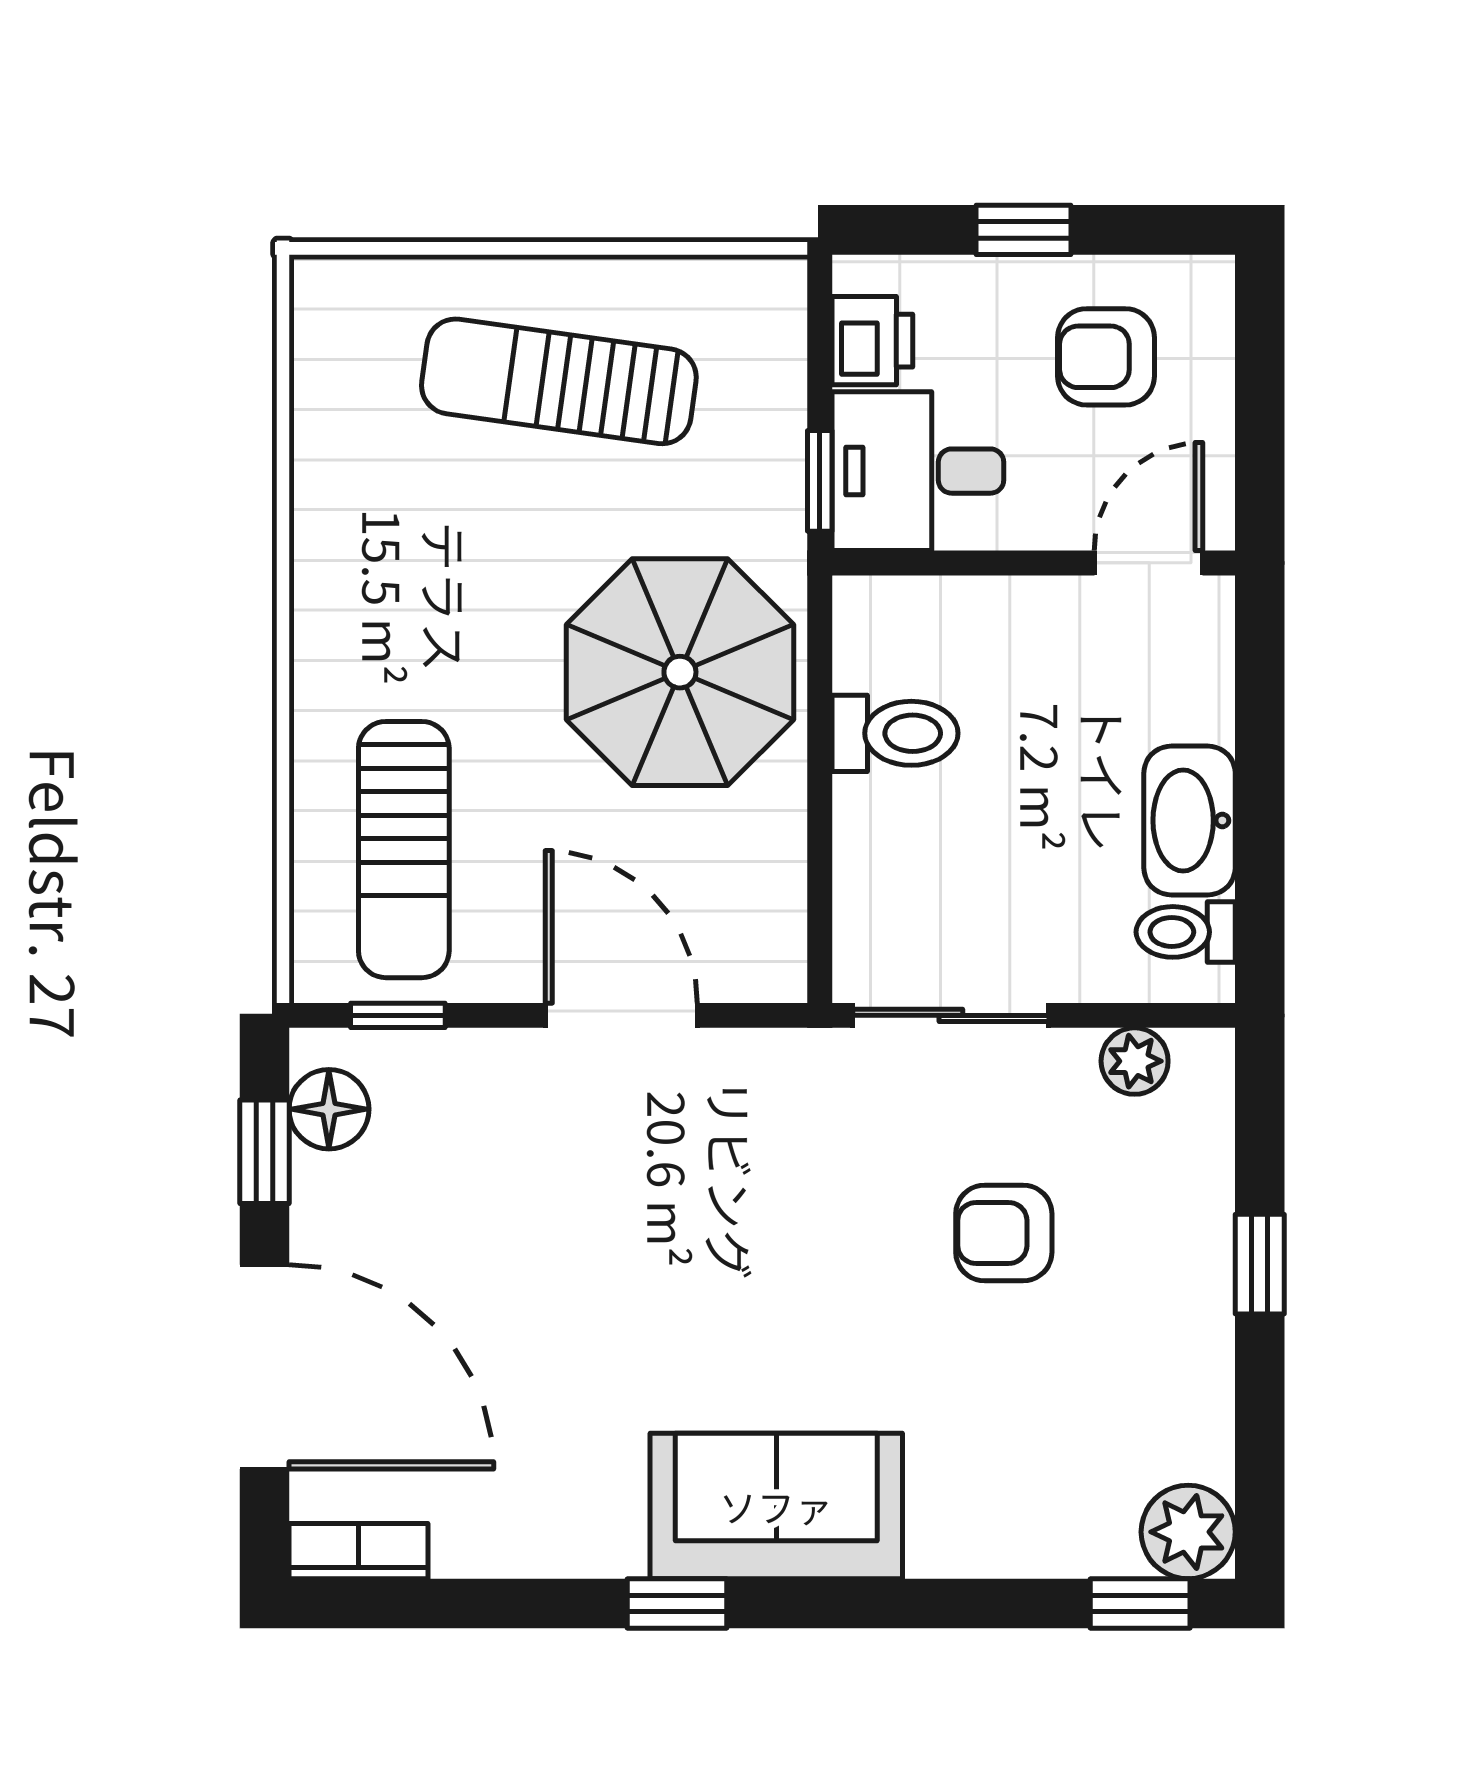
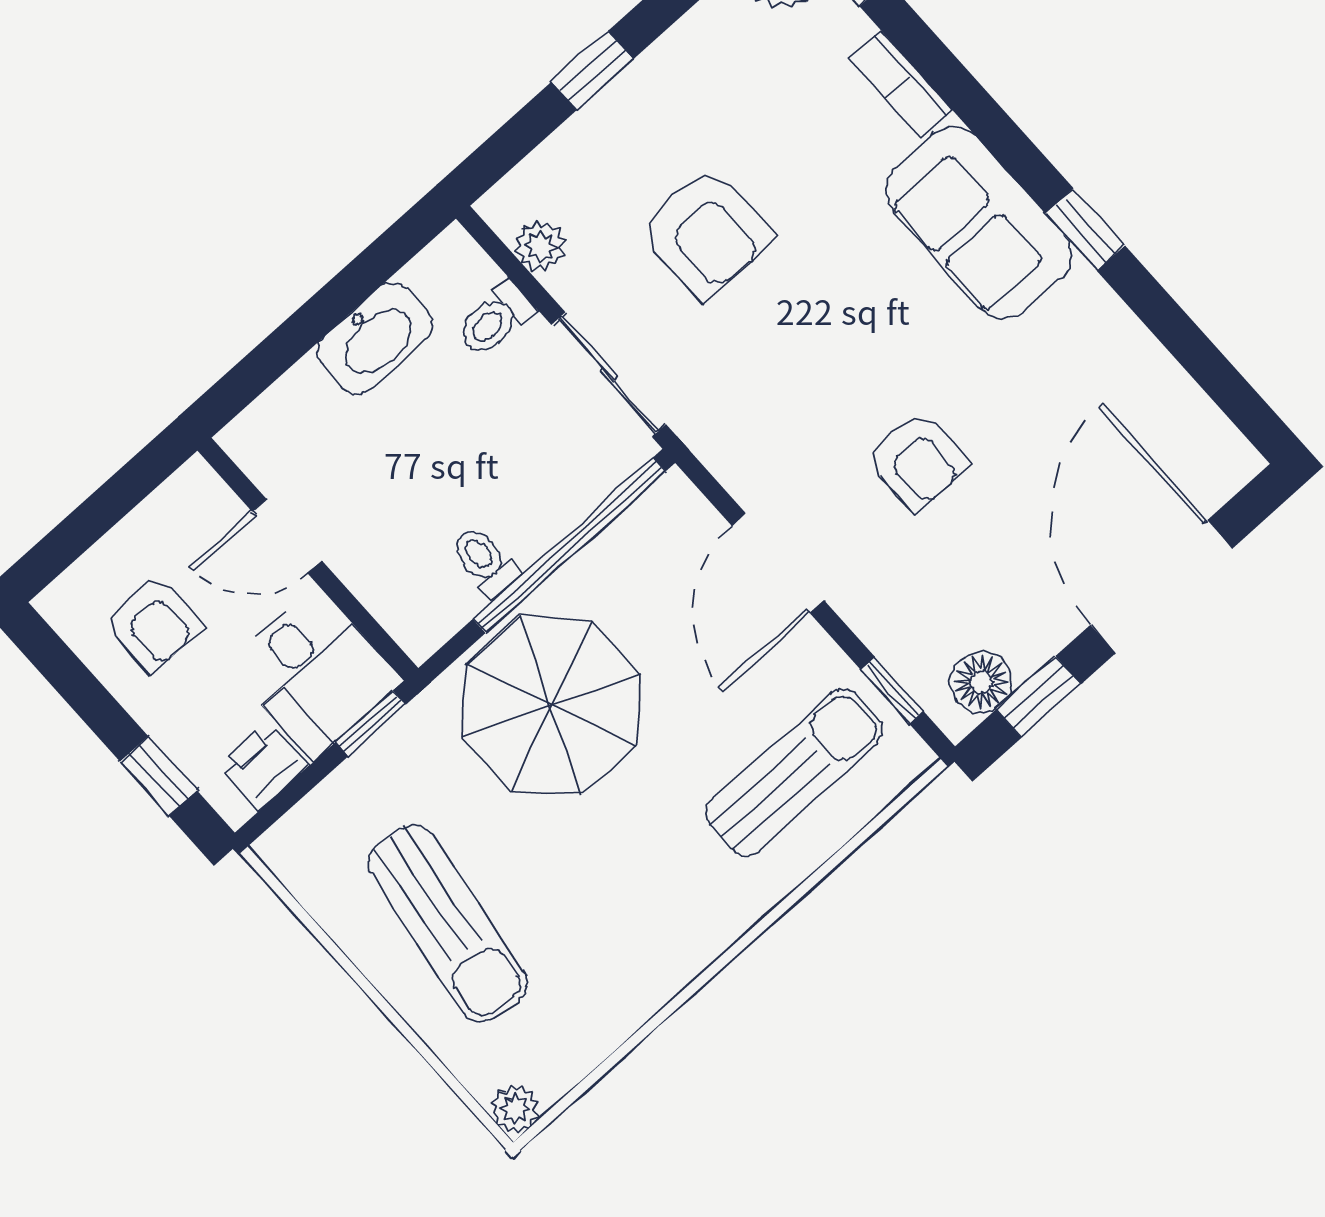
window: (1023, 230) -> (159, 776), moved
plant: (321, 286) -> (515, 1109), added
door: (1148, 563) -> (287, 536), moved
toilet: (895, 733) -> (485, 561), width x0.73, depth x0.72
window: (820, 829) -> (569, 545), added
toilet: (1186, 932) -> (495, 319), moved, turned 90
armchair: (1004, 1233) -> (706, 233), width x1.38, depth x1.38
armchair: (599, 1240) -> (917, 461), added
bookcase: (359, 1551) -> (901, 84), moved

